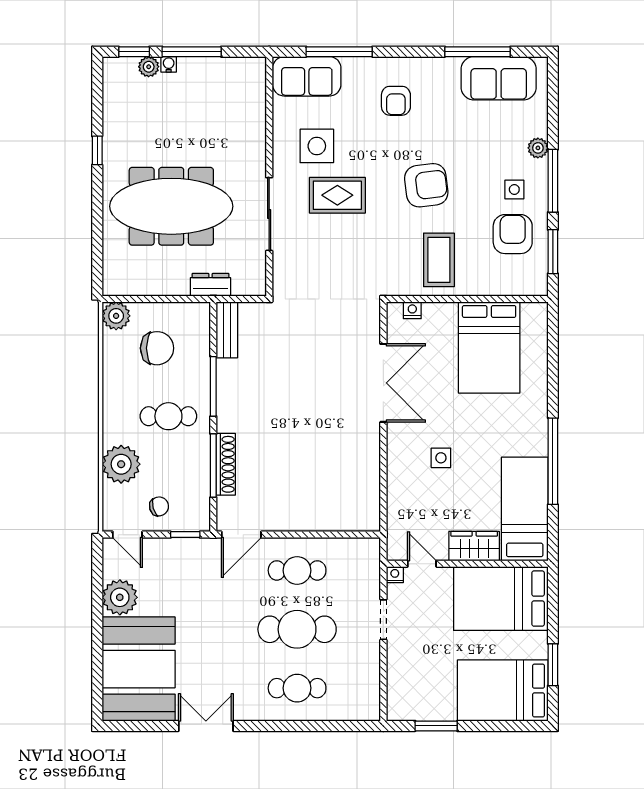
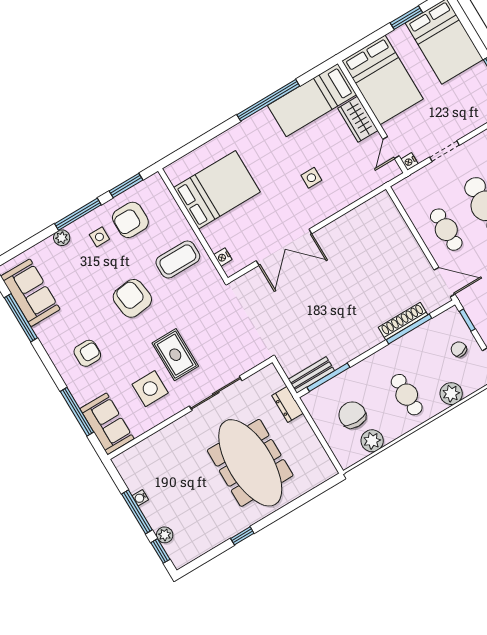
water cooler: (169, 64) -> (140, 498), moved
plant: (116, 316) -> (372, 441), moved
double door: (383, 383) -> (284, 247), swing flipped
window: (213, 386) -> (328, 377), moved
cafe table: (168, 416) -> (407, 395), moved
plant: (121, 464) -> (451, 394), width x0.73, depth x0.73

